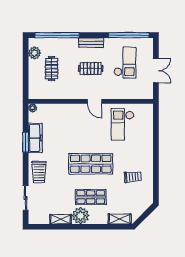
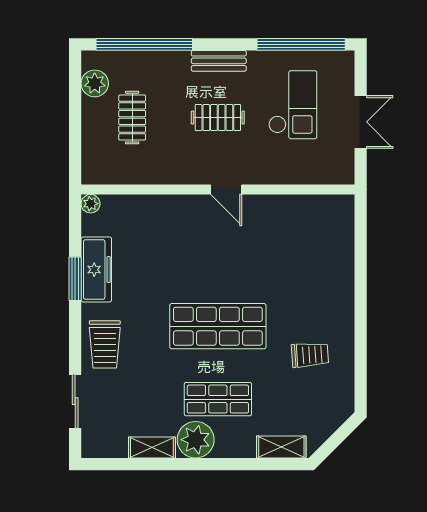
checkout: (123, 124) -> (288, 240), removed

